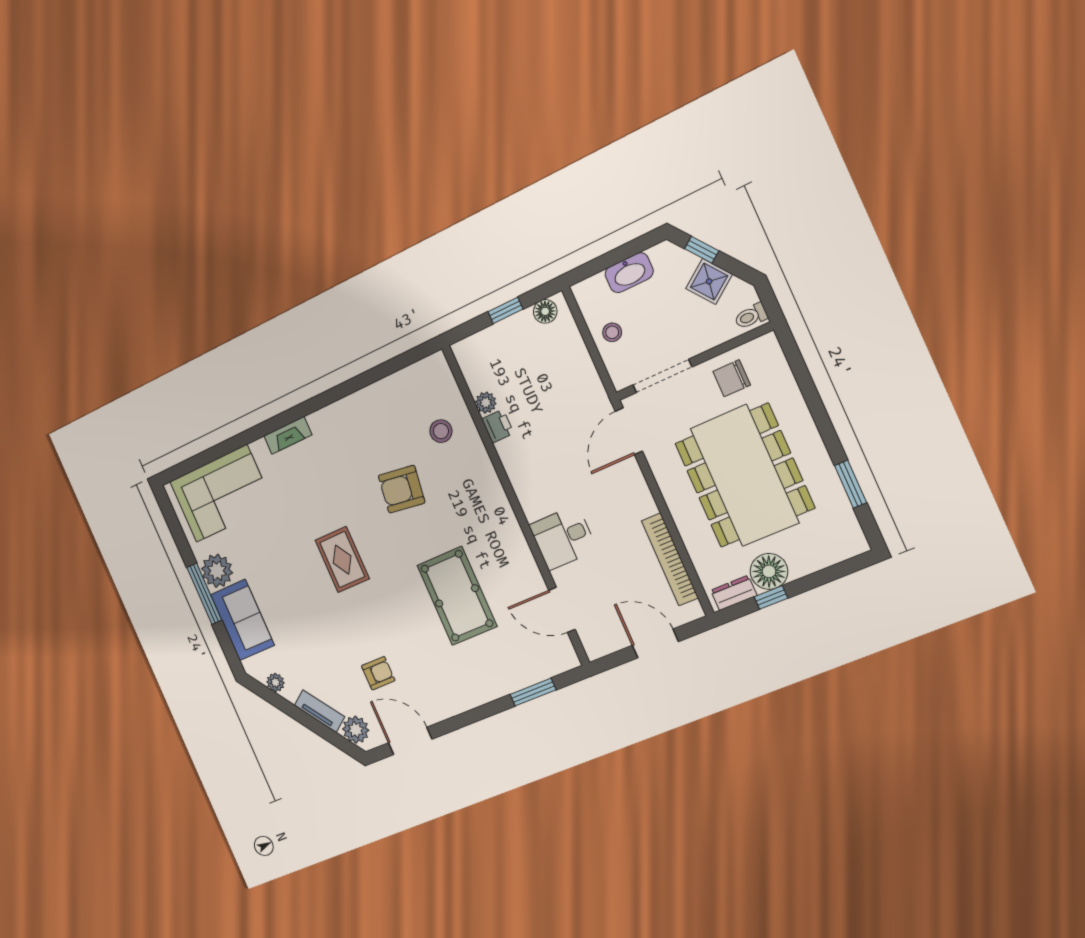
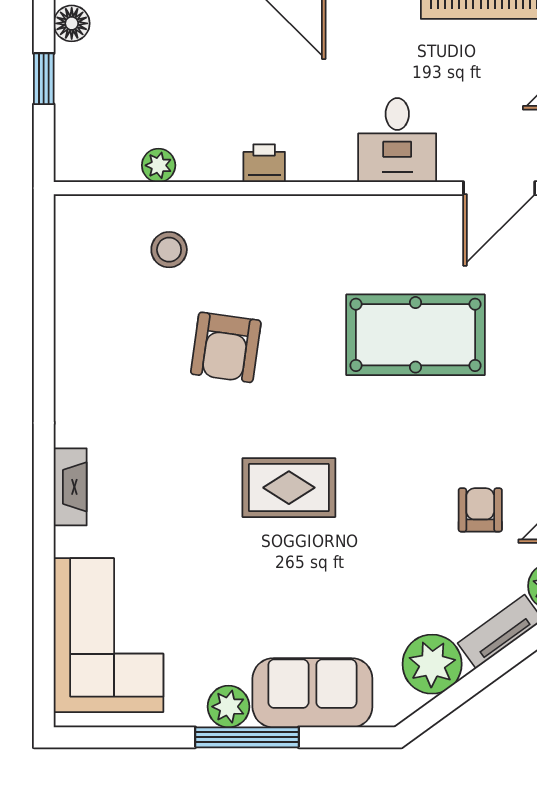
printer: (498, 426) -> (264, 163), moved
plant: (217, 571) -> (228, 707), width x0.73, depth x0.73
plant: (275, 682) -> (432, 664), width x1.88, depth x1.88

